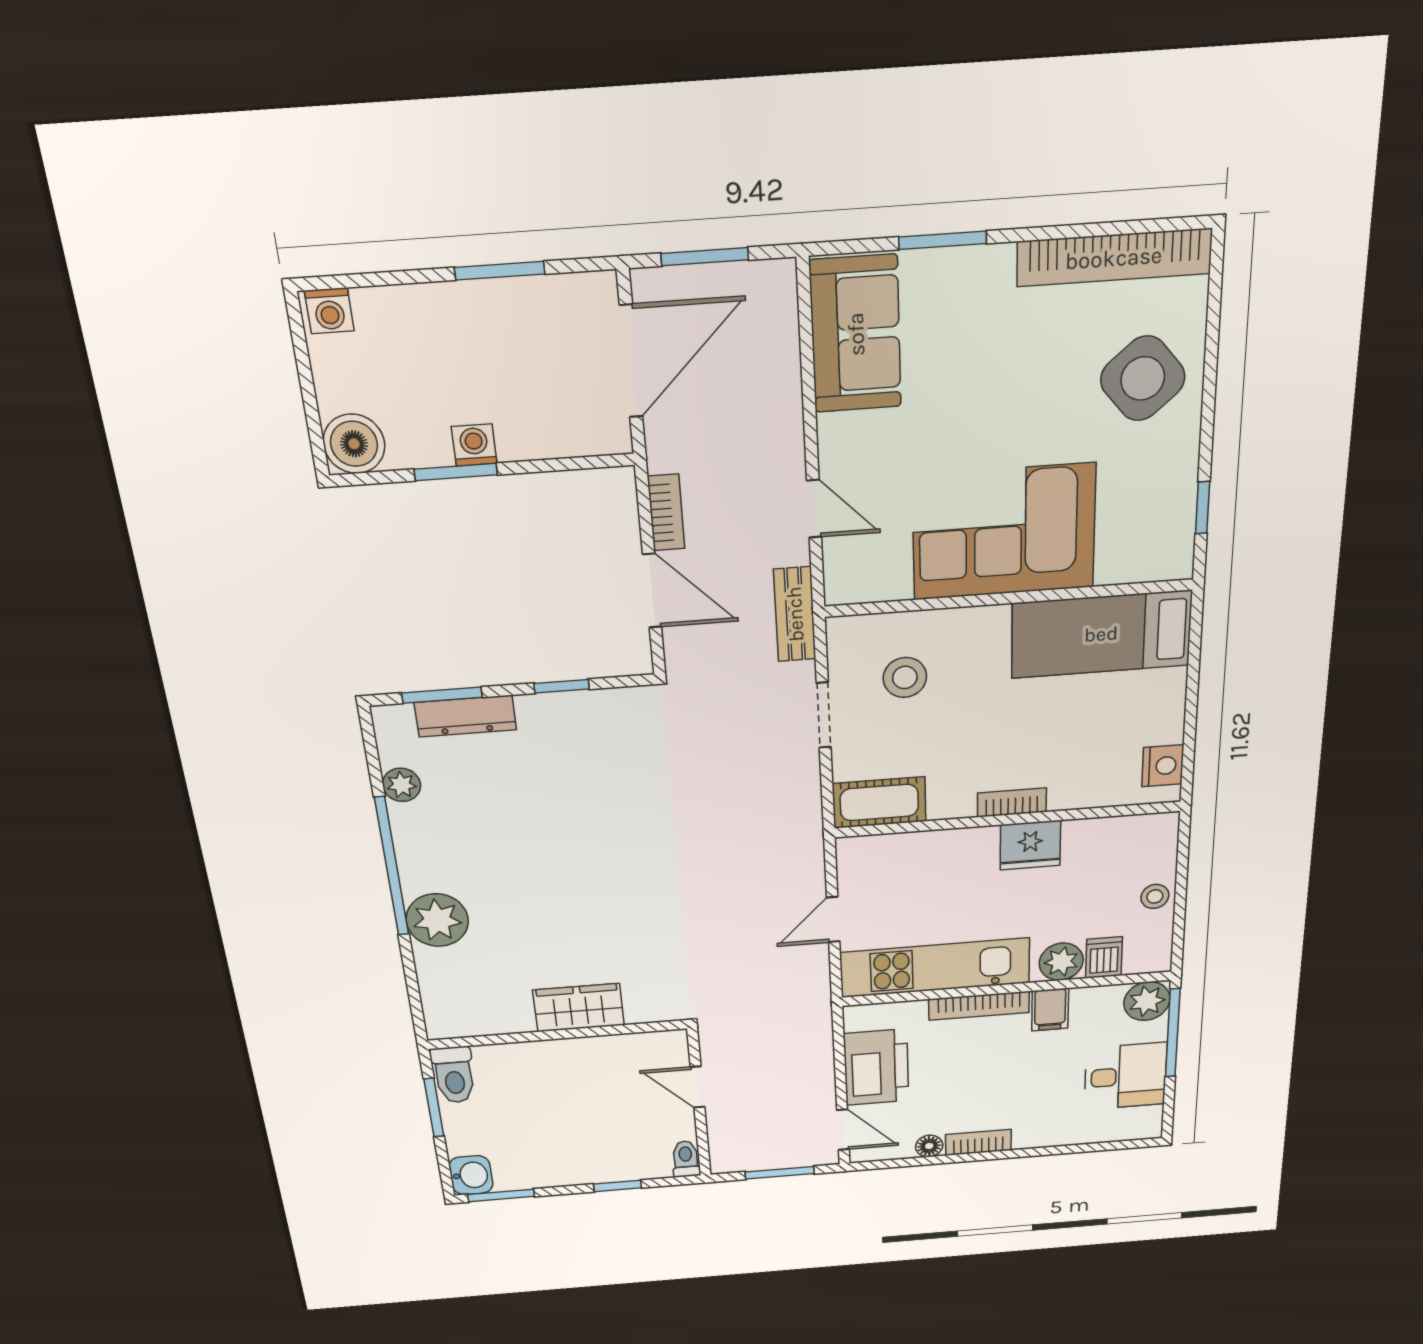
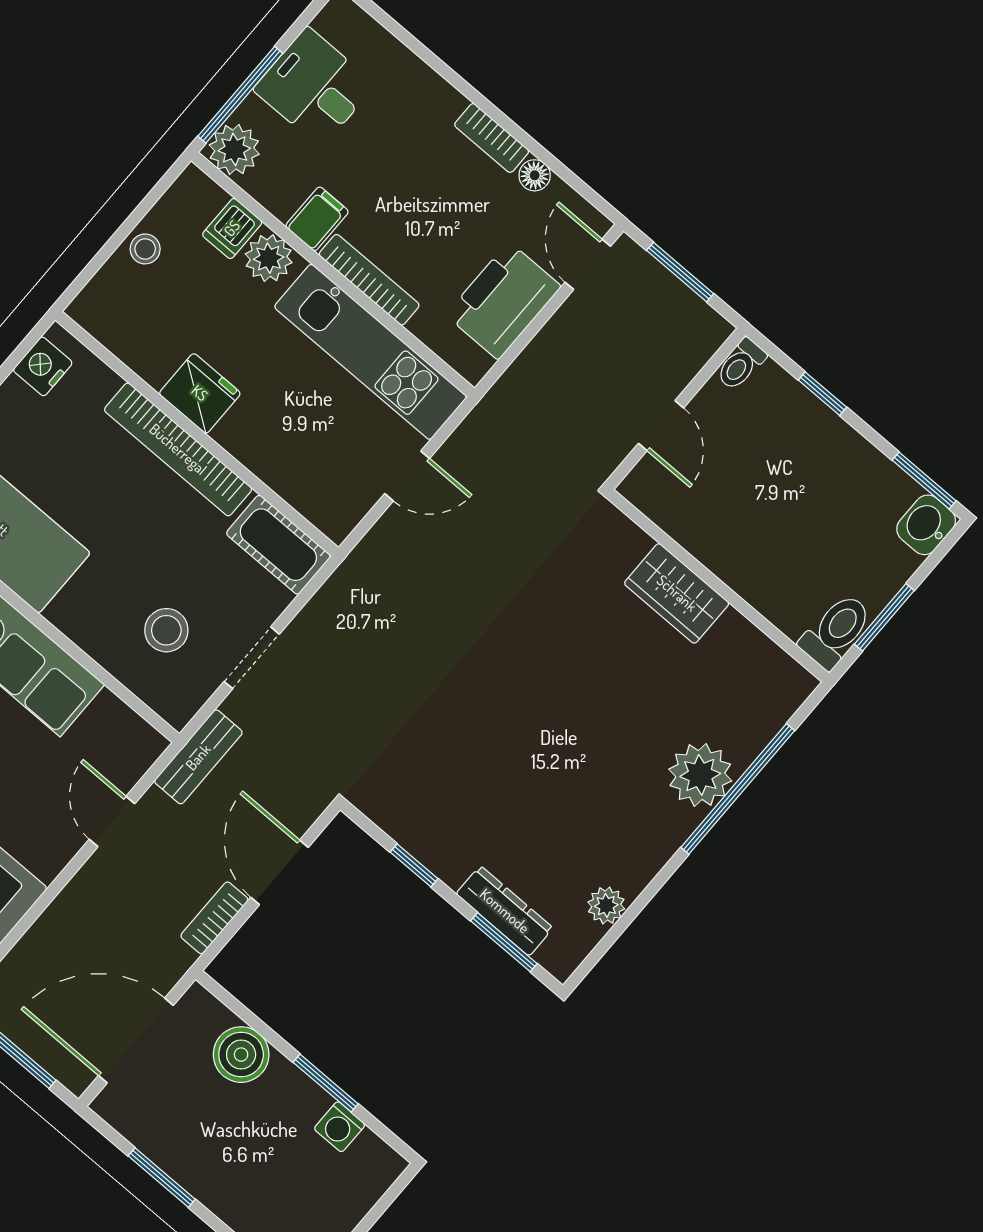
boiler: (354, 444) -> (241, 1055), moved
washing machine: (474, 445) -> (340, 1127), moved
bookcase: (1012, 802) -> (178, 449), width x2.31, depth x1.31
window: (392, 867) -> (738, 789), moved

